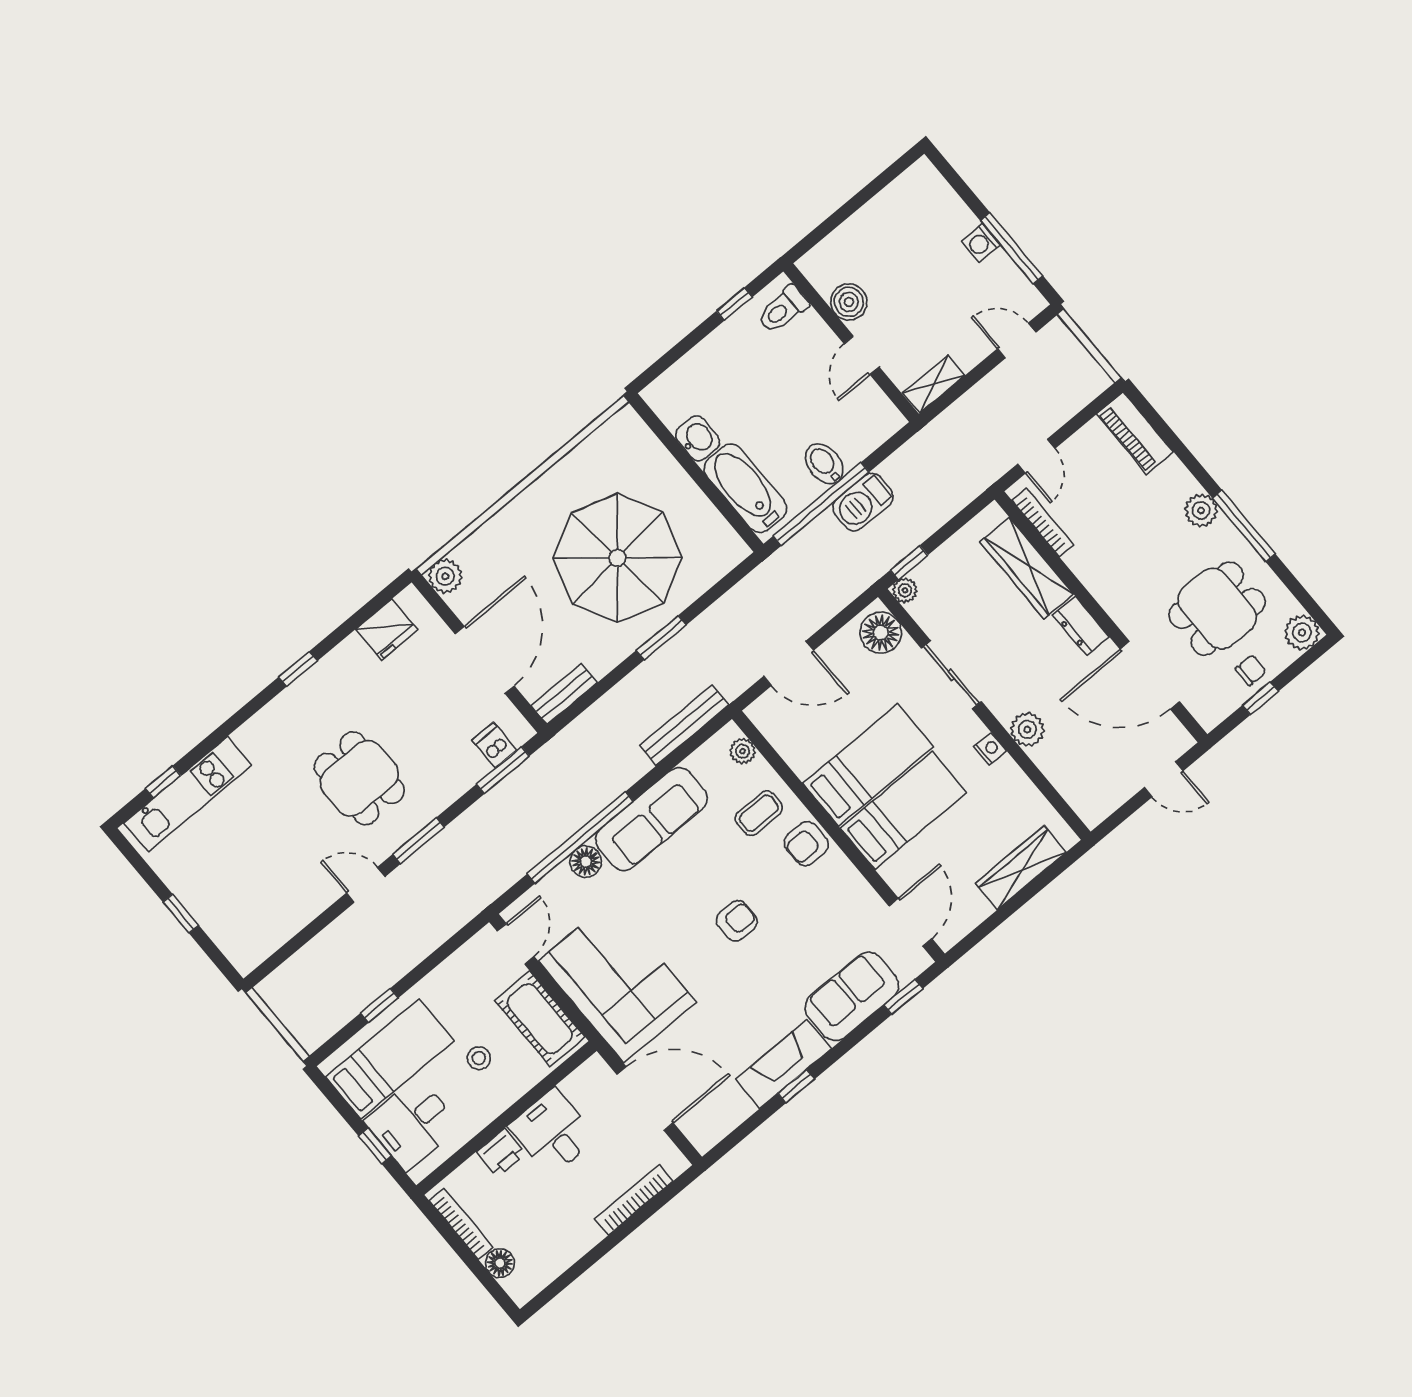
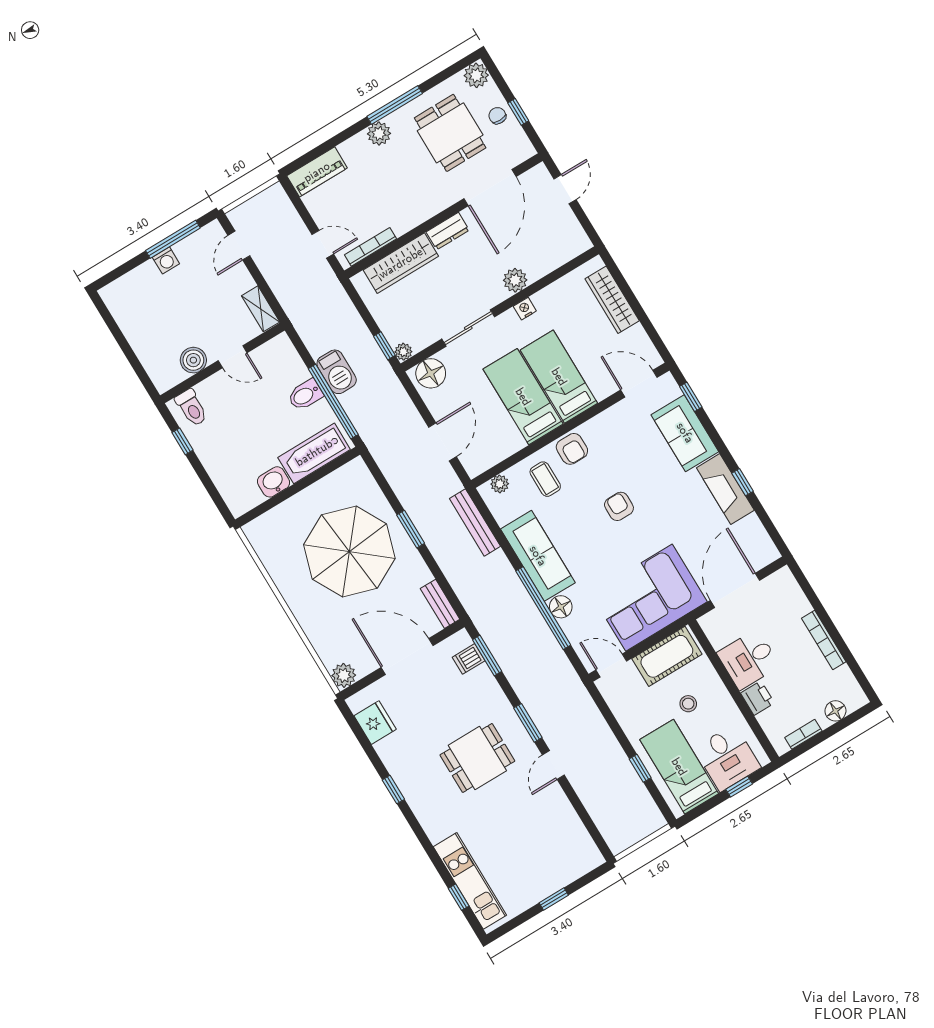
bookcase: (634, 1200) -> (824, 640), moved
bookcase: (461, 1224) -> (803, 734), width x0.64

